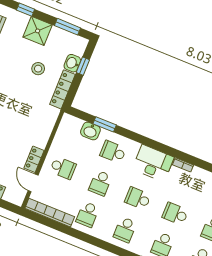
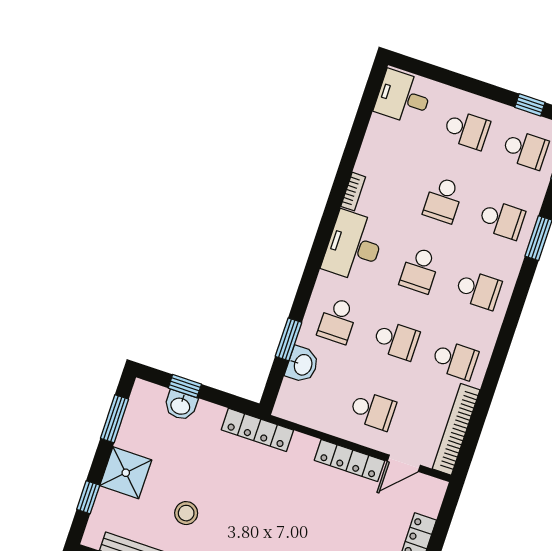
stool: (38, 69) -> (186, 513), moved
locker: (62, 89) -> (257, 430), moved
locker: (34, 159) -> (349, 460), width x1.53
school desk: (63, 168) -> (373, 410), turned 90

